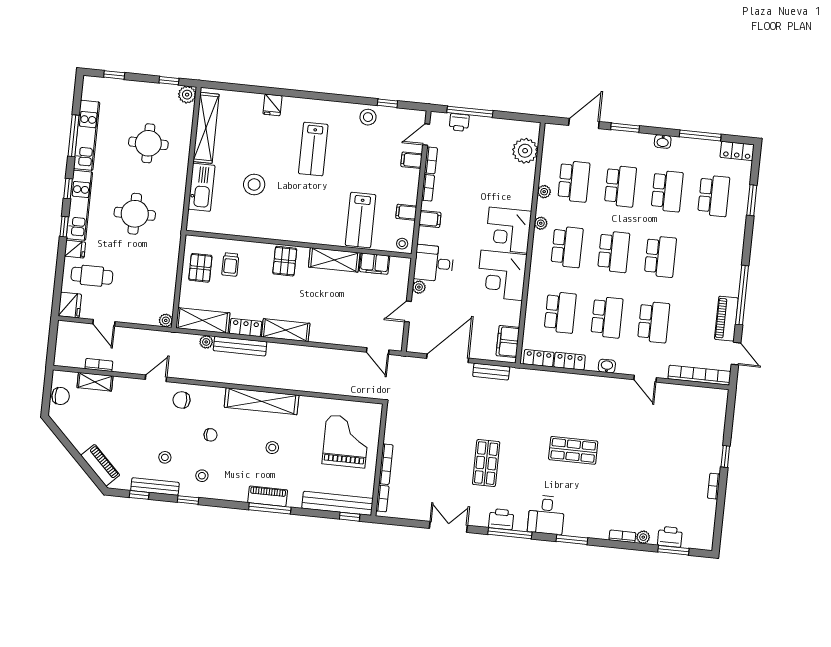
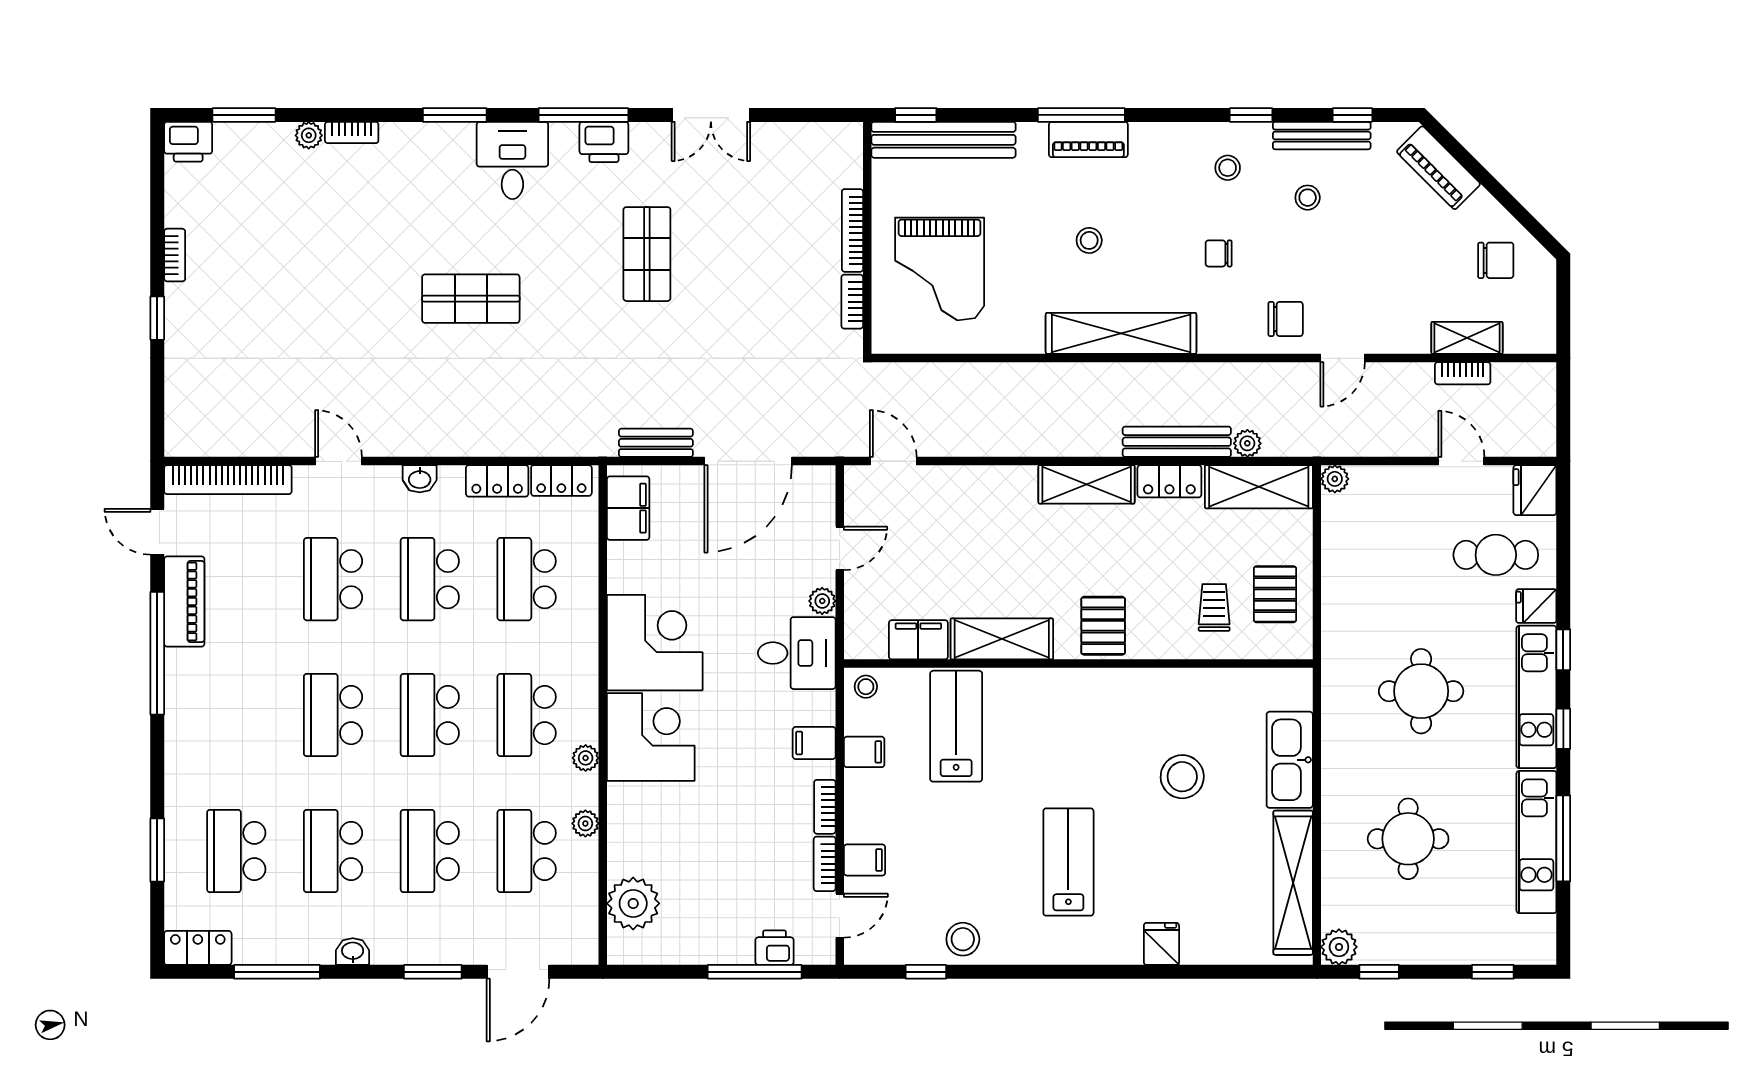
chair: (61, 396) -> (1496, 260), moved, turned 180
bookcase: (382, 499) -> (852, 302), moved
printer: (670, 537) -> (188, 142), moved

